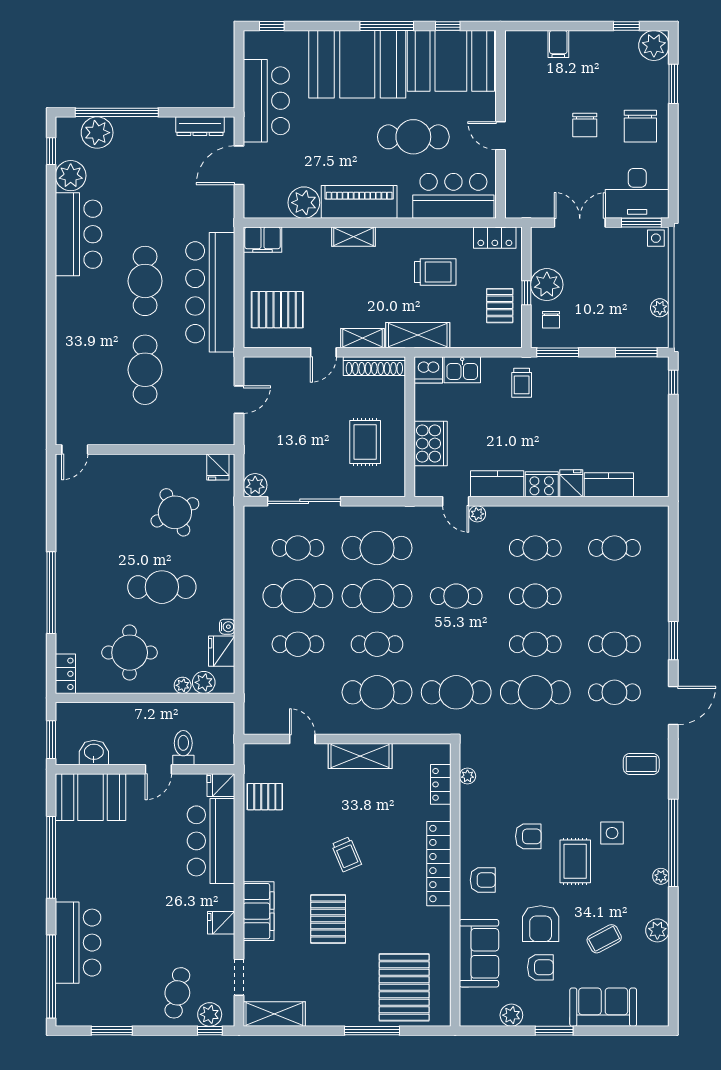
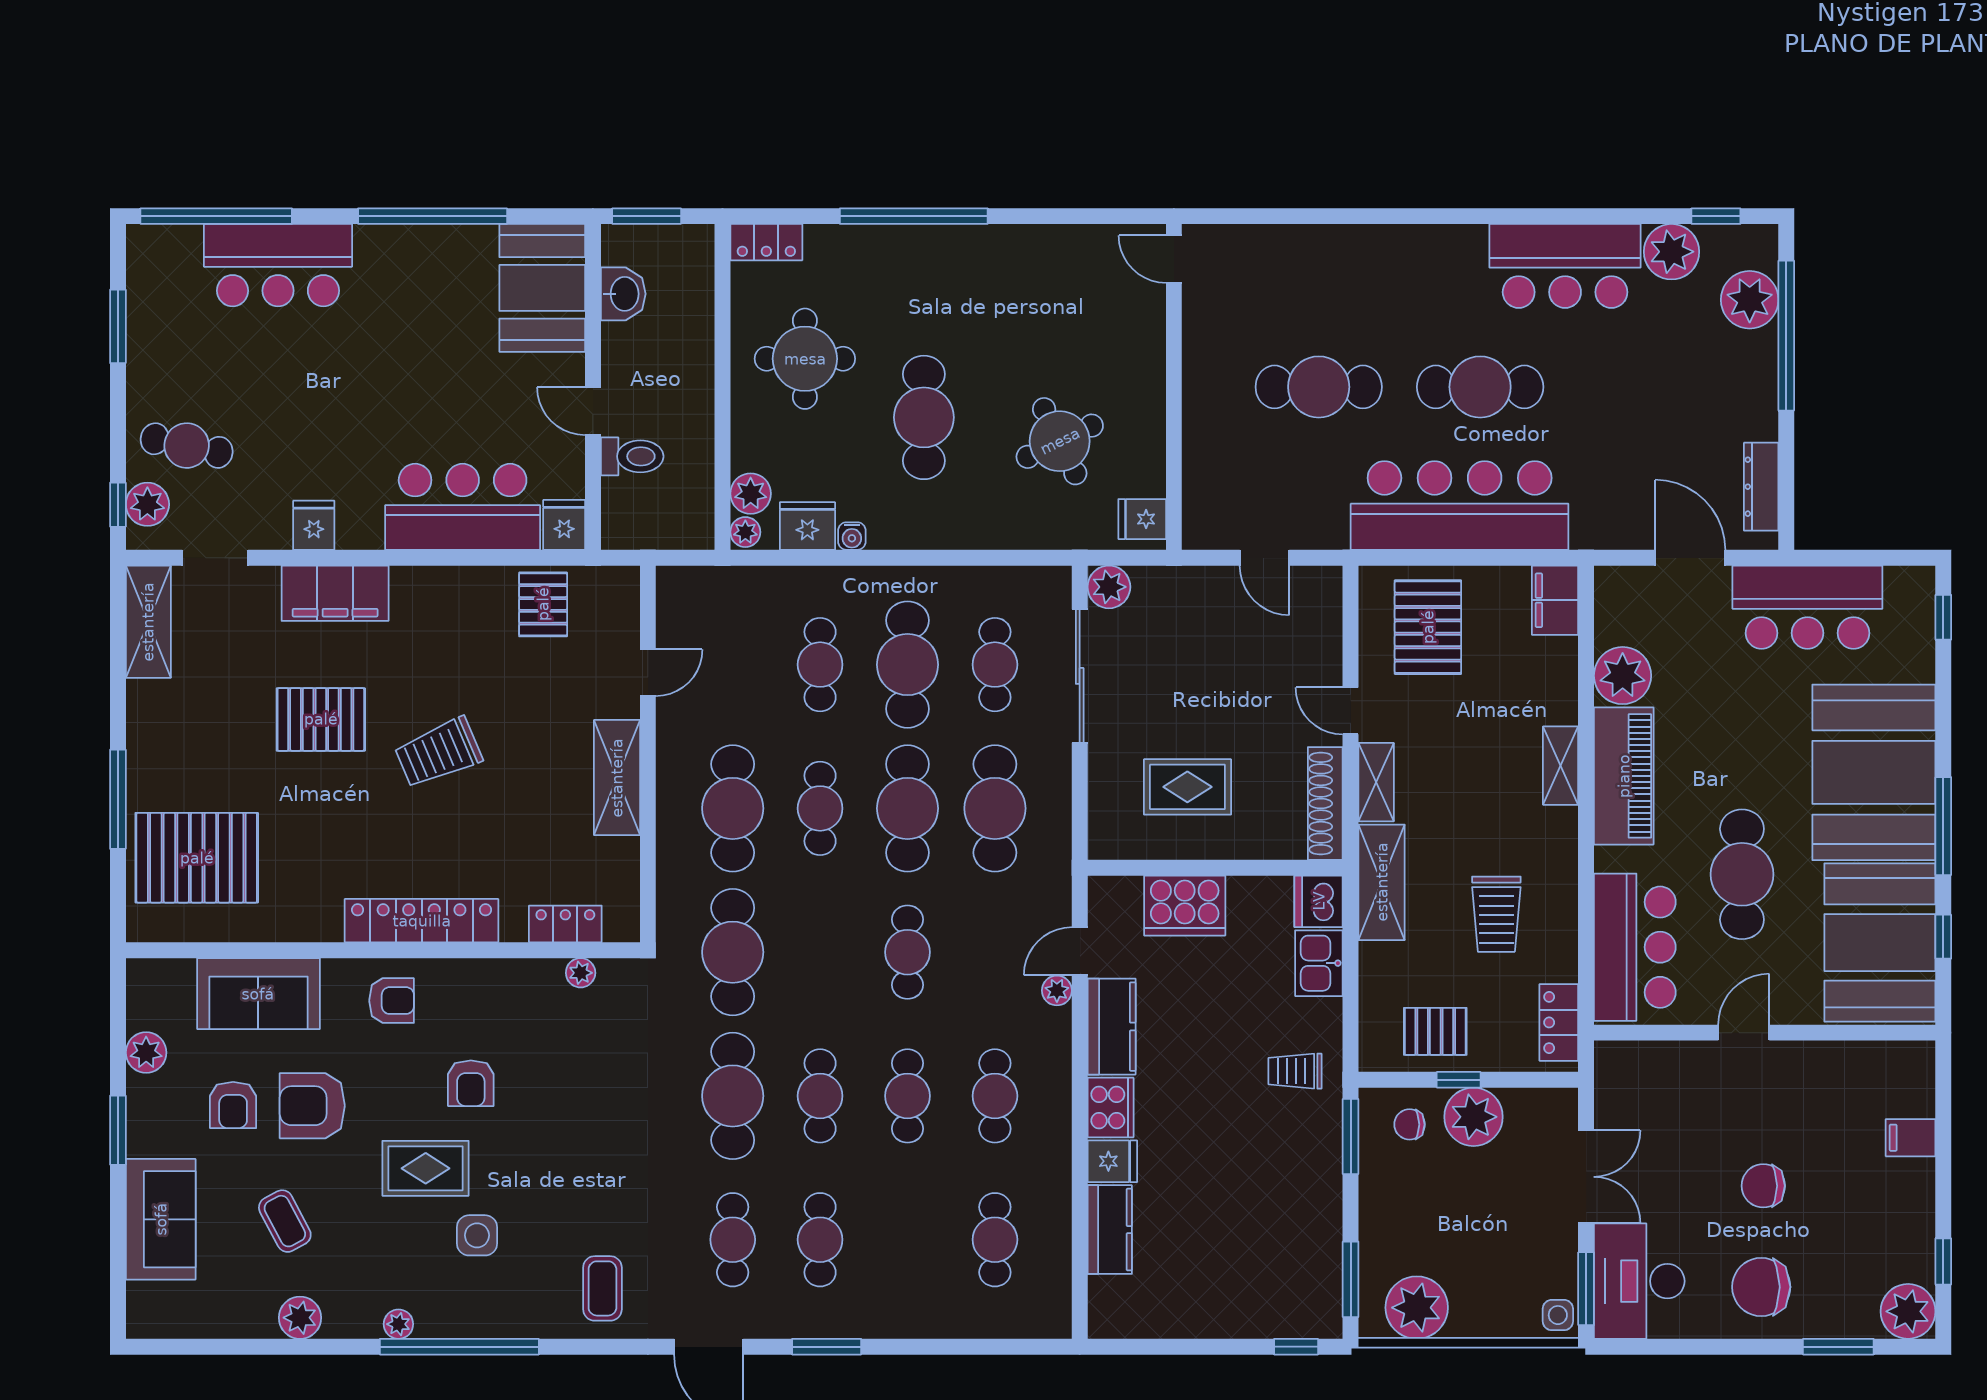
plant: (660, 308) -> (1417, 1308), width x1.87, depth x1.87
plant: (183, 685) -> (745, 532), moved
trolley: (346, 854) -> (438, 753), width x1.36, depth x1.39
armchair: (483, 880) -> (392, 1001), turned -90

